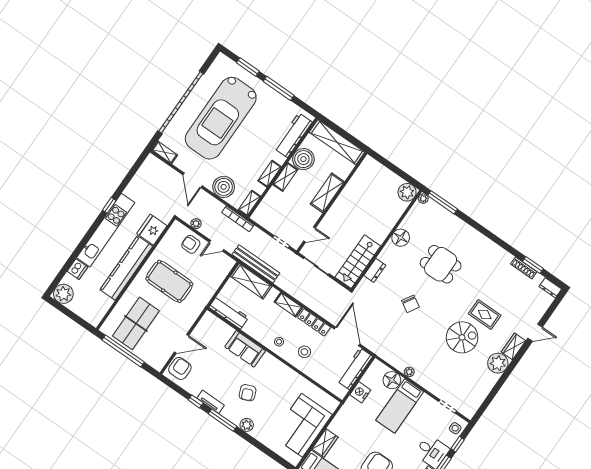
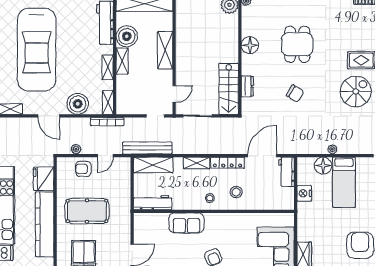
dining table: (441, 264) -> (297, 44), turned 90
door: (347, 337) -> (262, 156), hinge flipped
workbench: (355, 369) -> (286, 172), width x0.73

